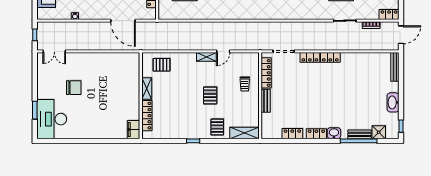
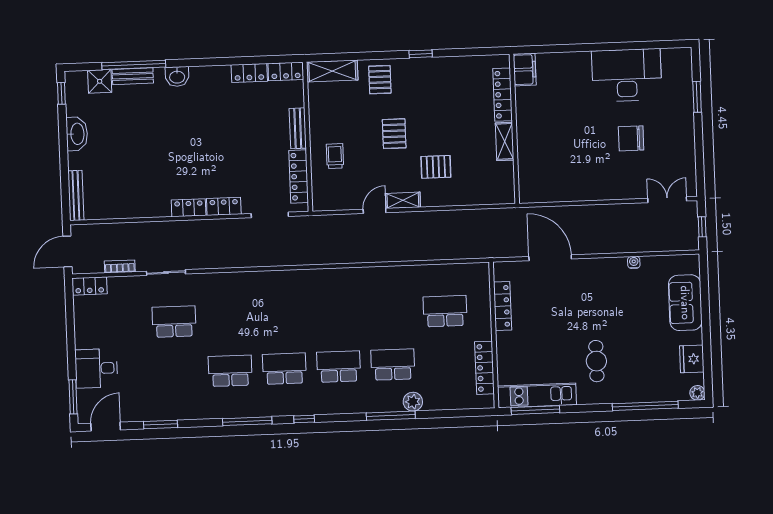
pallet: (162, 65) -> (436, 167), moved
desk: (52, 119) -> (627, 75), moved, turned -90
locker: (316, 134) -> (286, 71), moved

